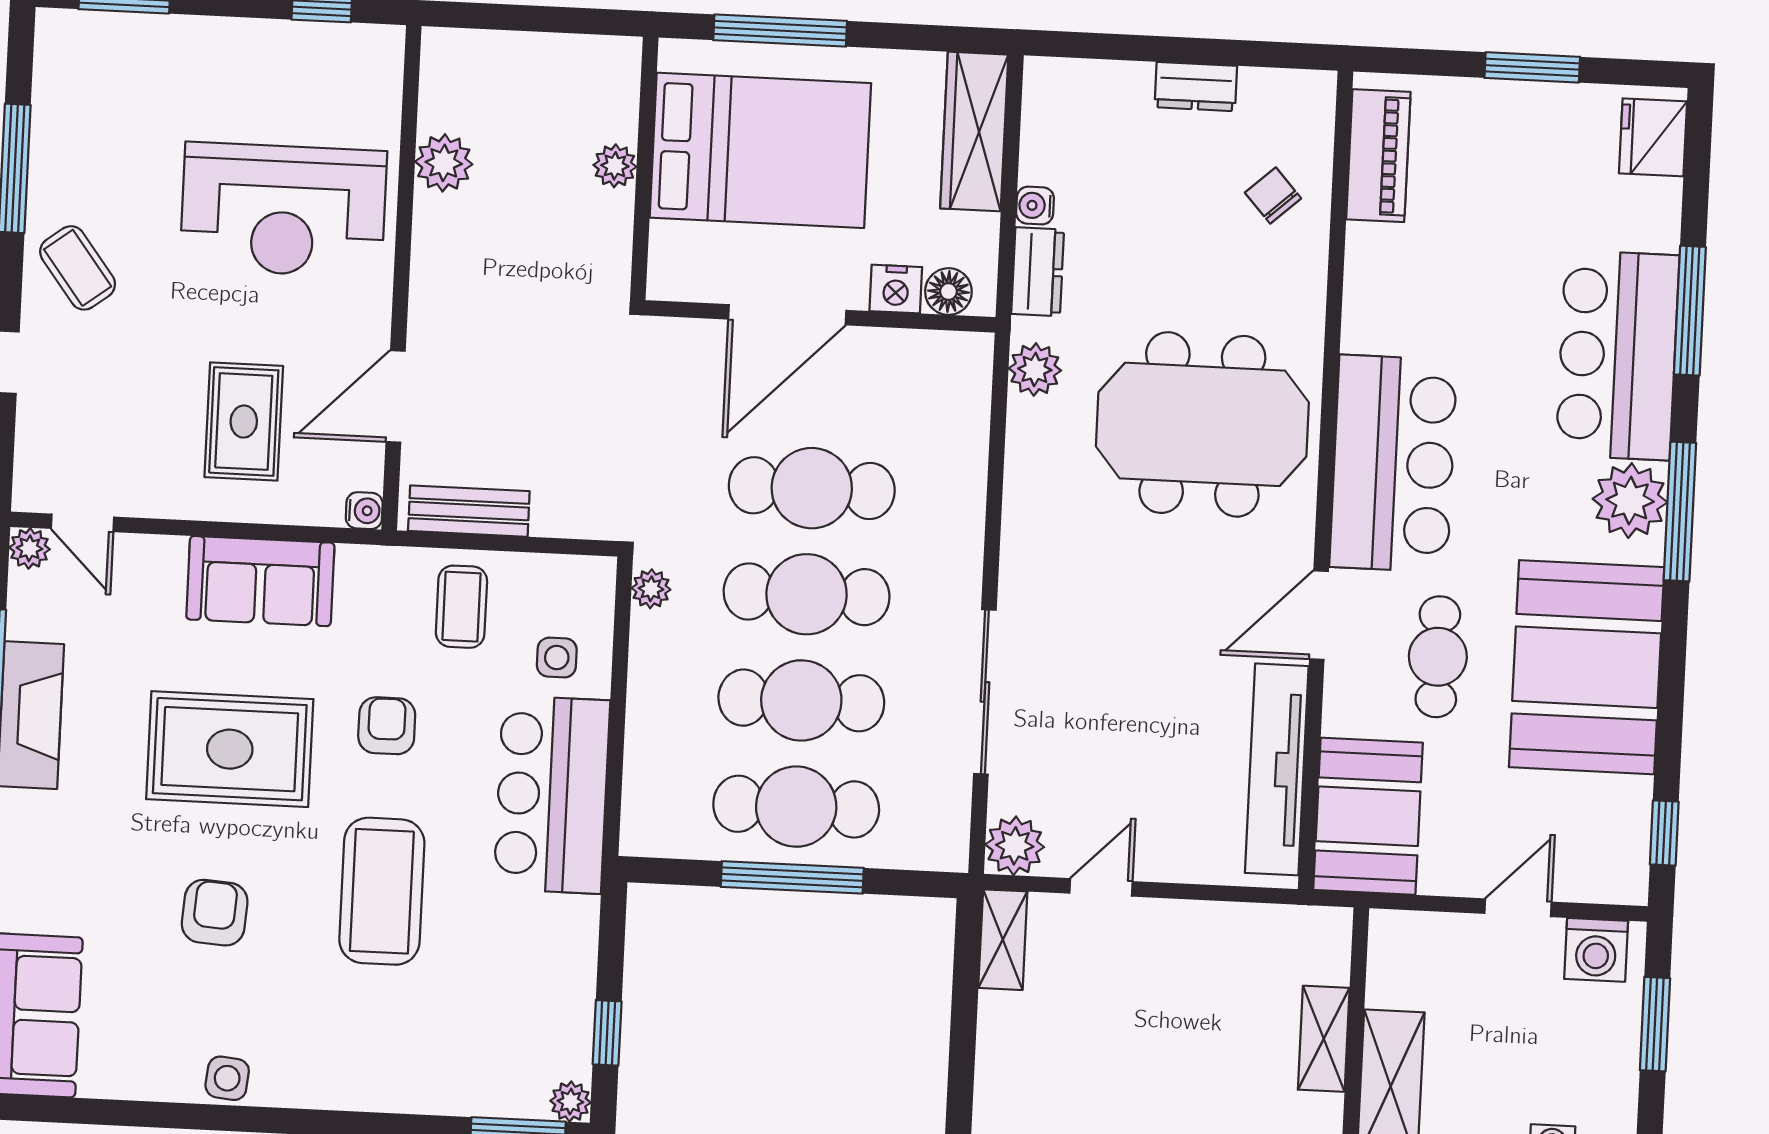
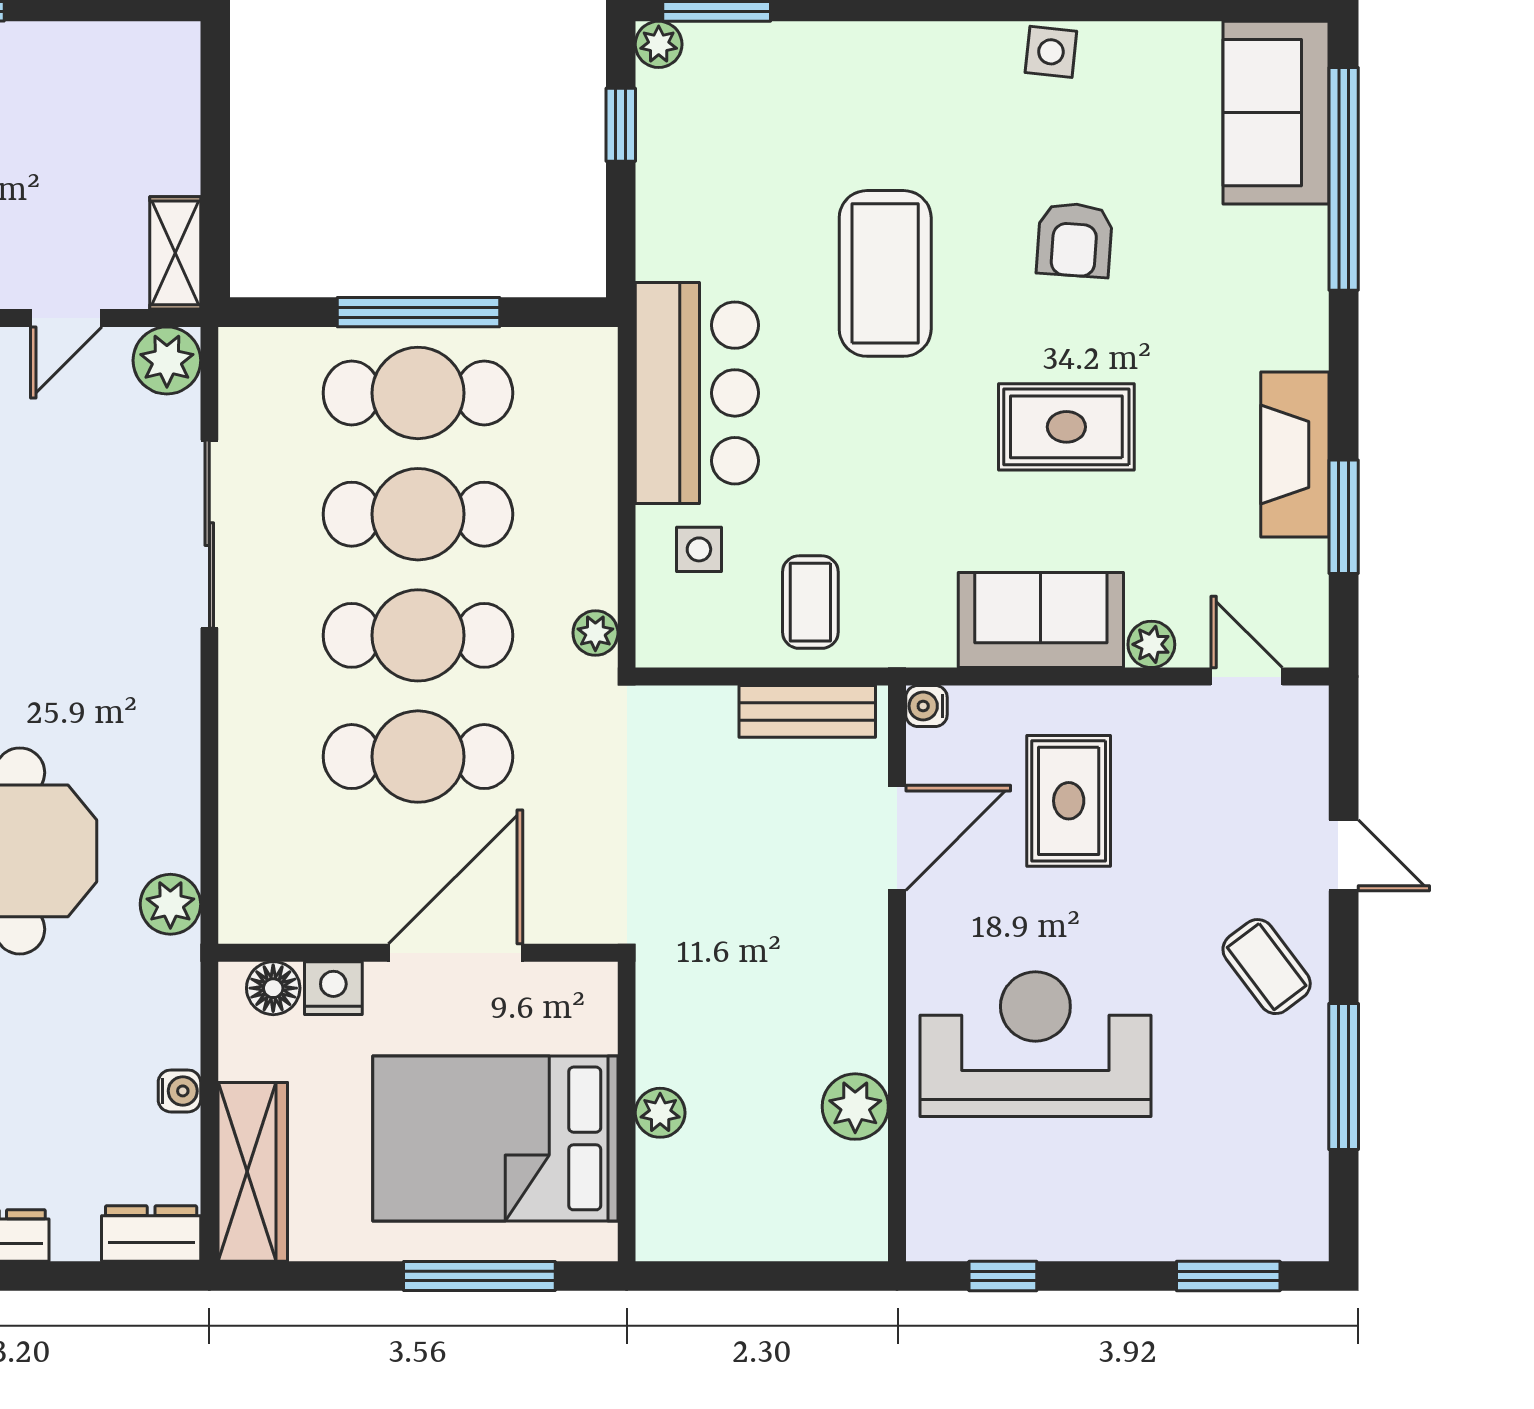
dresser: (1038, 272) -> (151, 1233), moved, turned 90
plant: (29, 548) -> (1151, 644), moved
armchair: (387, 726) -> (889, 462), removed
rug: (230, 749) -> (1066, 427), width x0.73, depth x0.70

